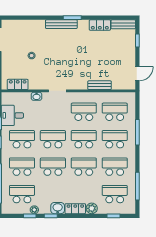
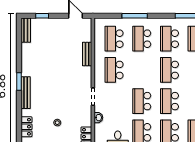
locker: (100, 25) -> (26, 127), moved
school desk: (84, 139) -> (142, 70), removed

